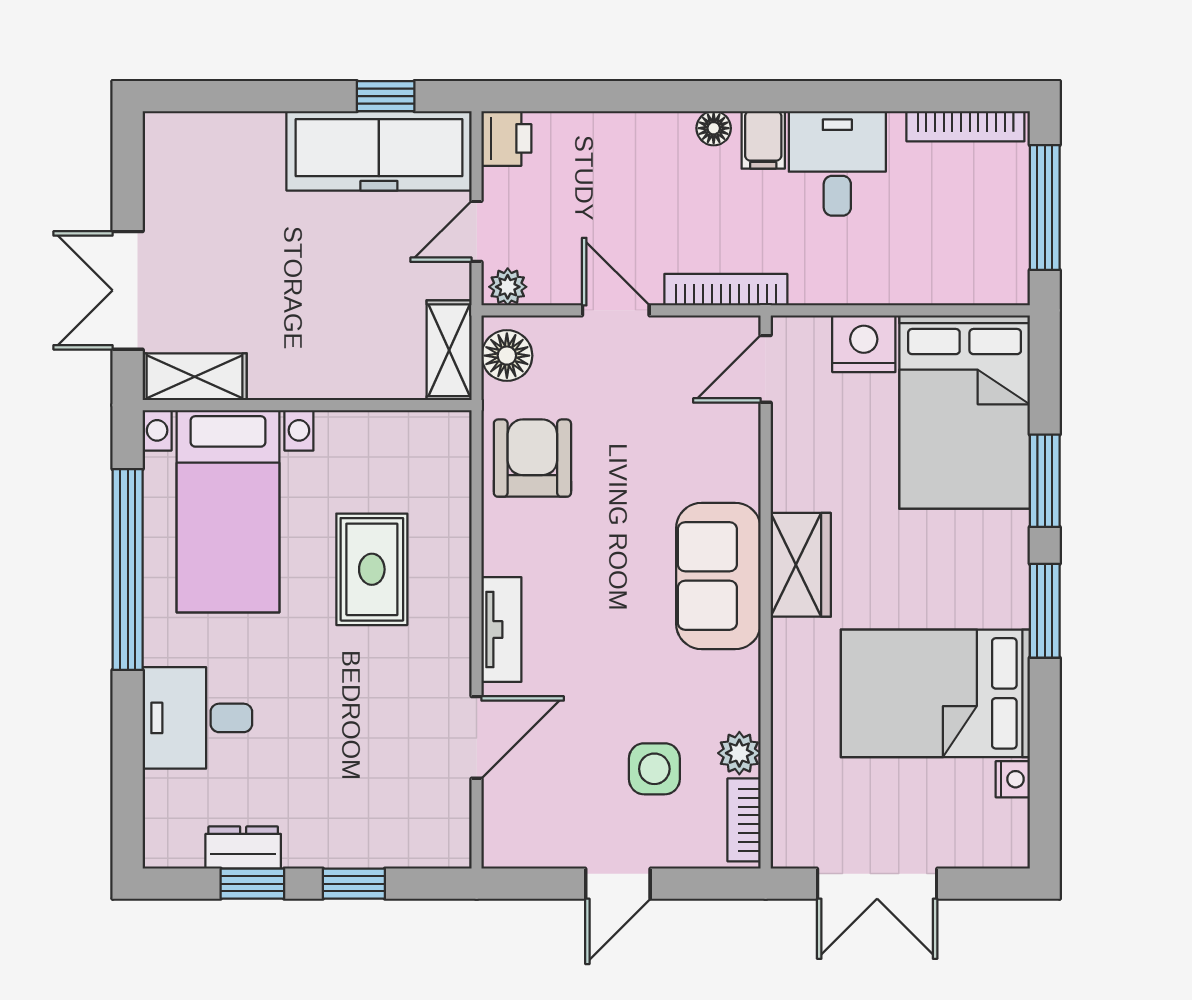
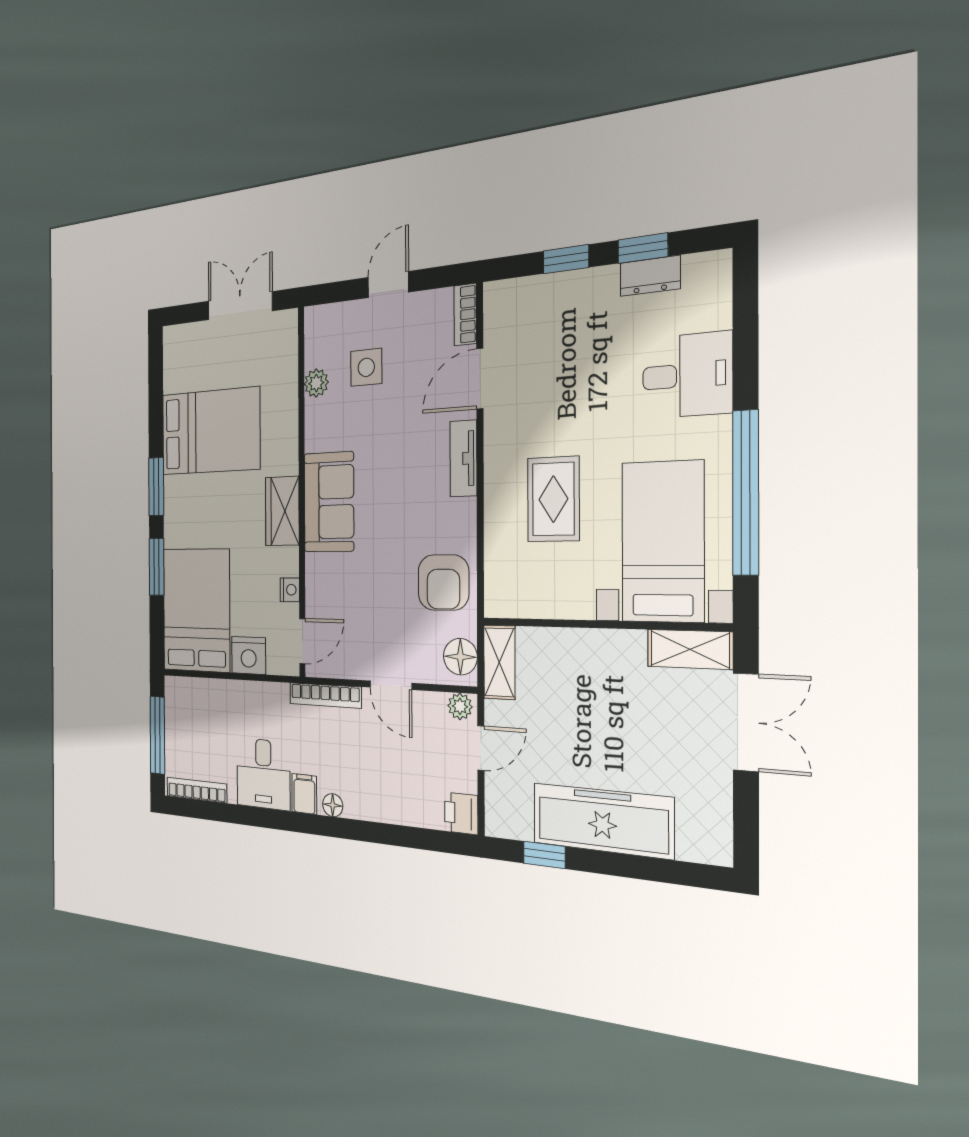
freezer: (379, 151) -> (602, 821), moved
nightstand: (1013, 779) -> (290, 590), moved, turned 180
bookcase: (744, 820) -> (465, 315), moved, turned 180

